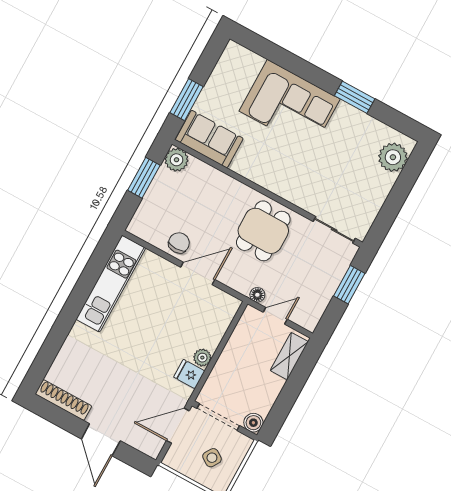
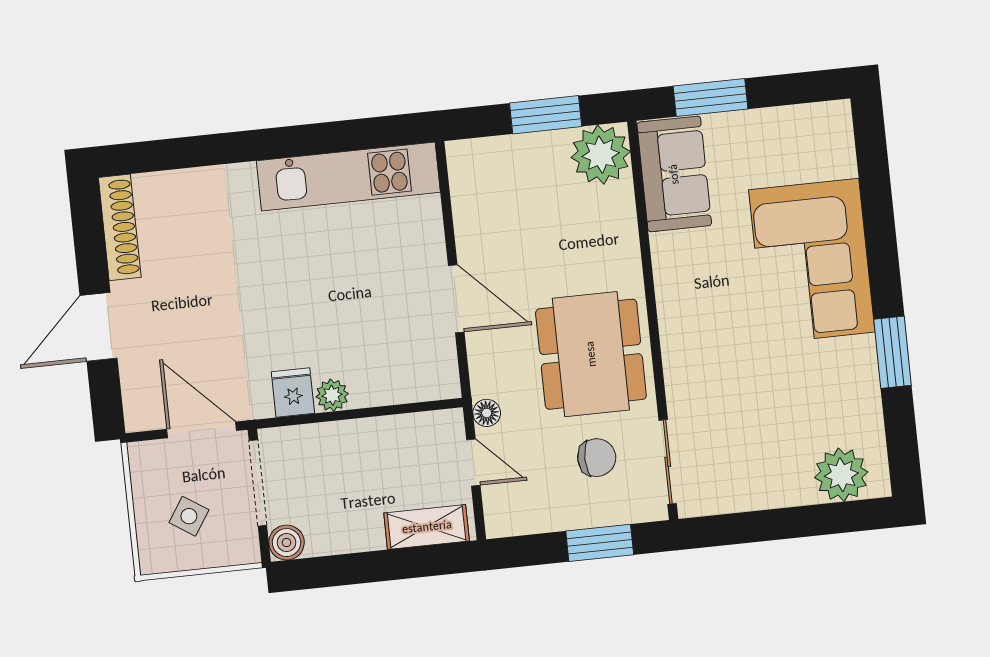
plant: (177, 160) -> (601, 155), width x1.36, depth x1.36
dining table: (263, 231) -> (591, 354), width x1.38
chair: (179, 243) -> (597, 458), moved

